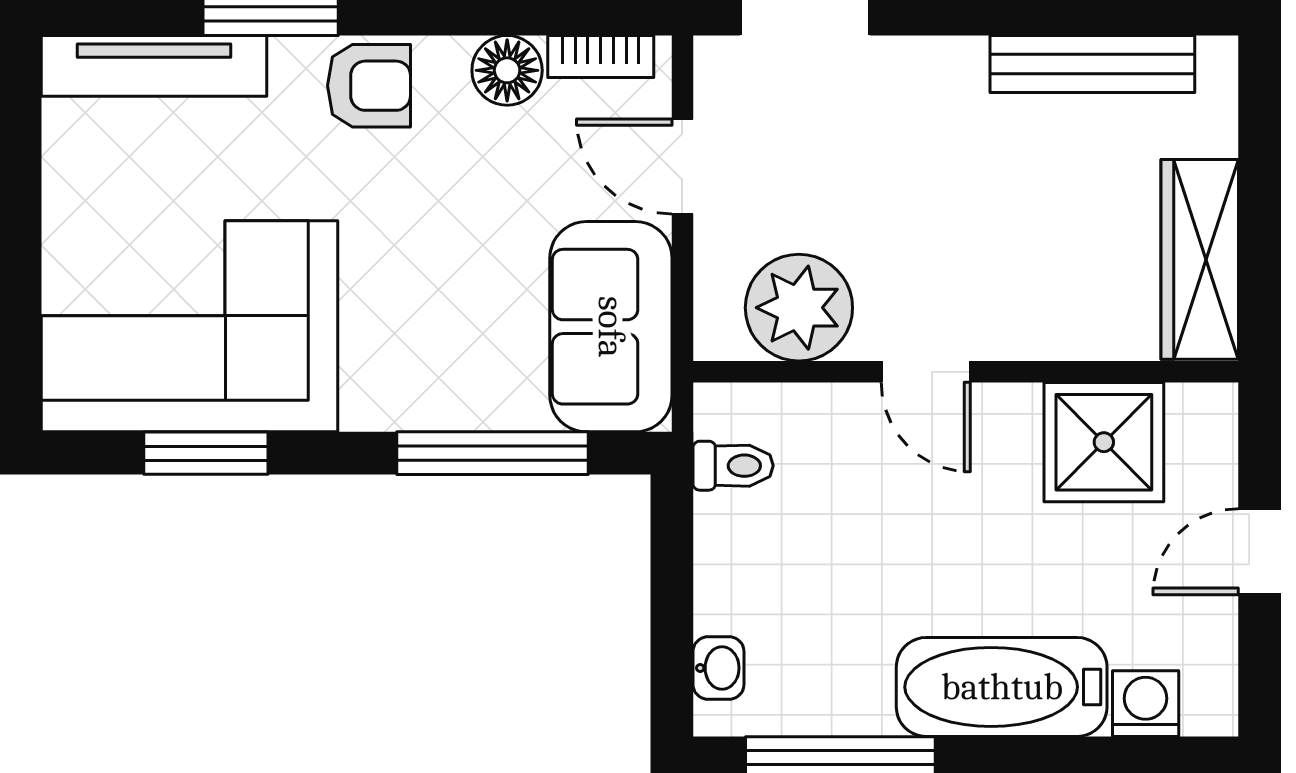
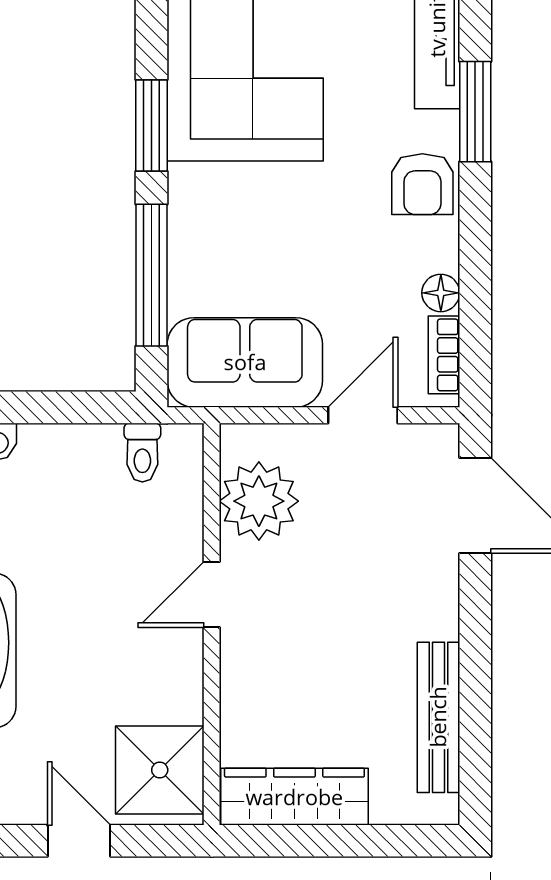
floor lamp: (507, 70) -> (441, 293), width x0.73, depth x0.73
shower: (1104, 442) -> (160, 770), moved
window: (206, 453) -> (152, 125), moved

